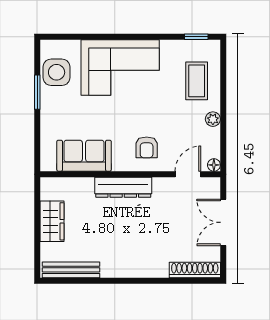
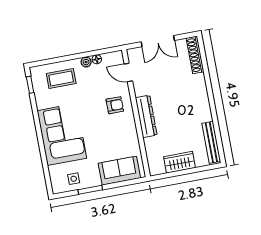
side table: (57, 72) -> (74, 179), width x0.54, depth x0.54
sofa: (84, 156) -> (119, 171), moved, turned 90
floor lamp: (214, 165) -> (97, 59), moved

